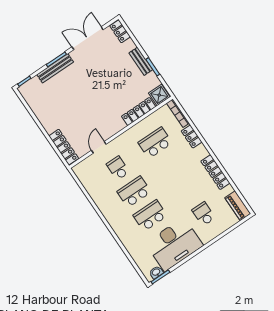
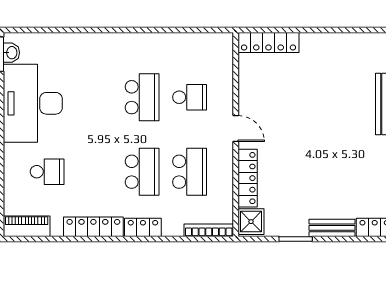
bench: (141, 61) -> (332, 228), moved
locker: (192, 136) -> (143, 227), moved
door: (99, 147) -> (236, 129), moved
school desk: (150, 215) -> (142, 172), moved

